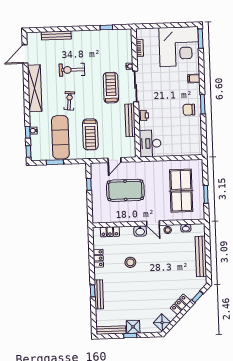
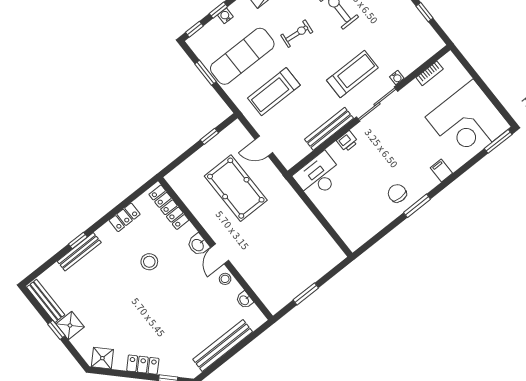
table tennis table: (181, 191) -> (288, 259), removed
locker: (110, 232) -> (169, 207), width x1.53

